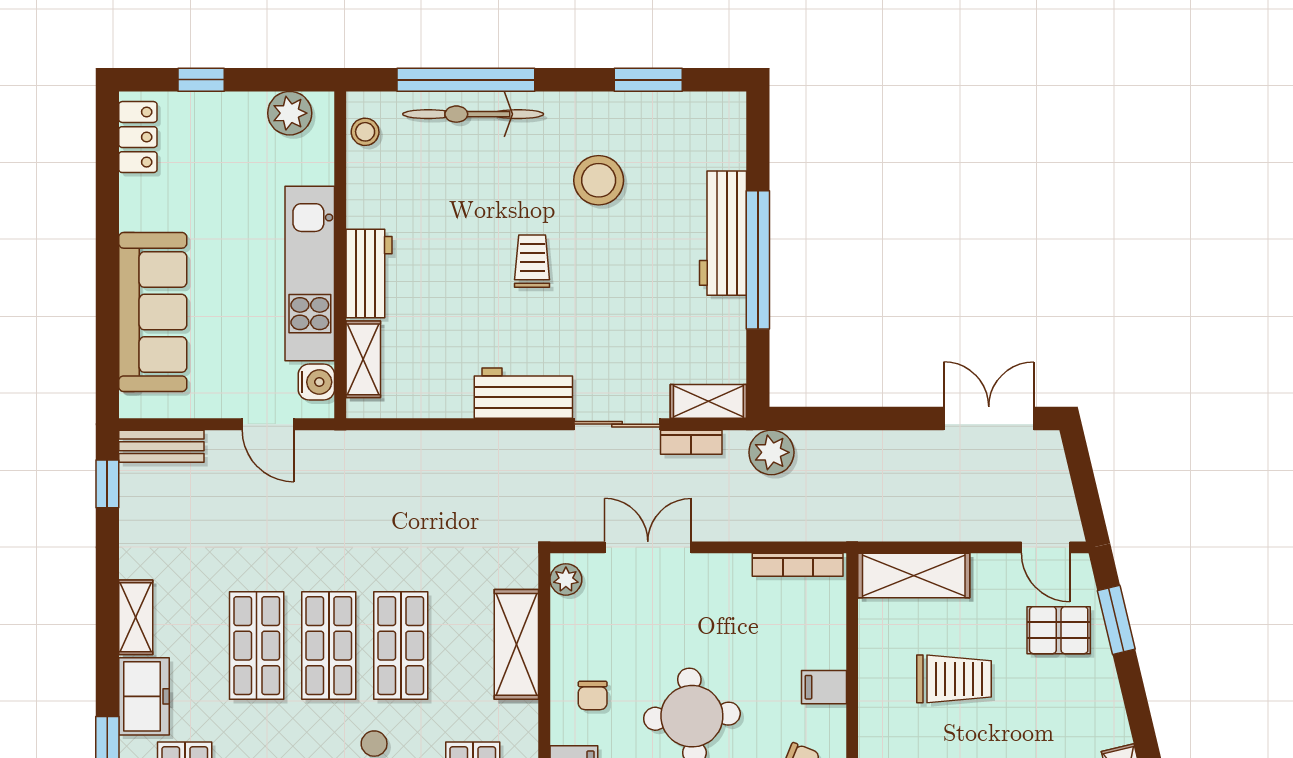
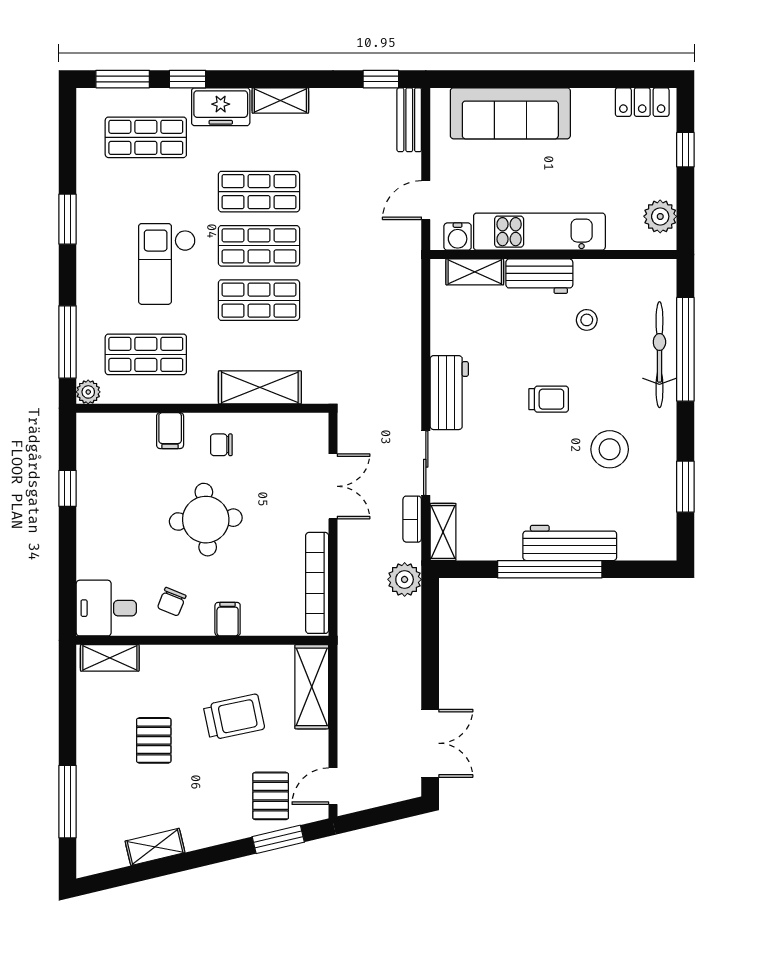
stool: (365, 132) -> (587, 320), moved
bookcase: (798, 565) -> (317, 583), width x1.48, depth x1.31
plant: (566, 579) -> (309, 425), removed
trolley: (954, 679) -> (234, 717), turned -102

